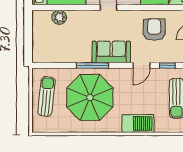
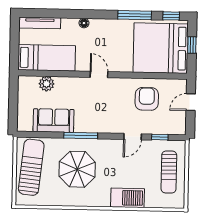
sofa: (111, 52) -> (54, 121), moved
sun lounger: (46, 96) -> (31, 167), width x1.36, depth x1.34
parasol: (90, 97) -> (77, 169), width x0.73, depth x0.73

